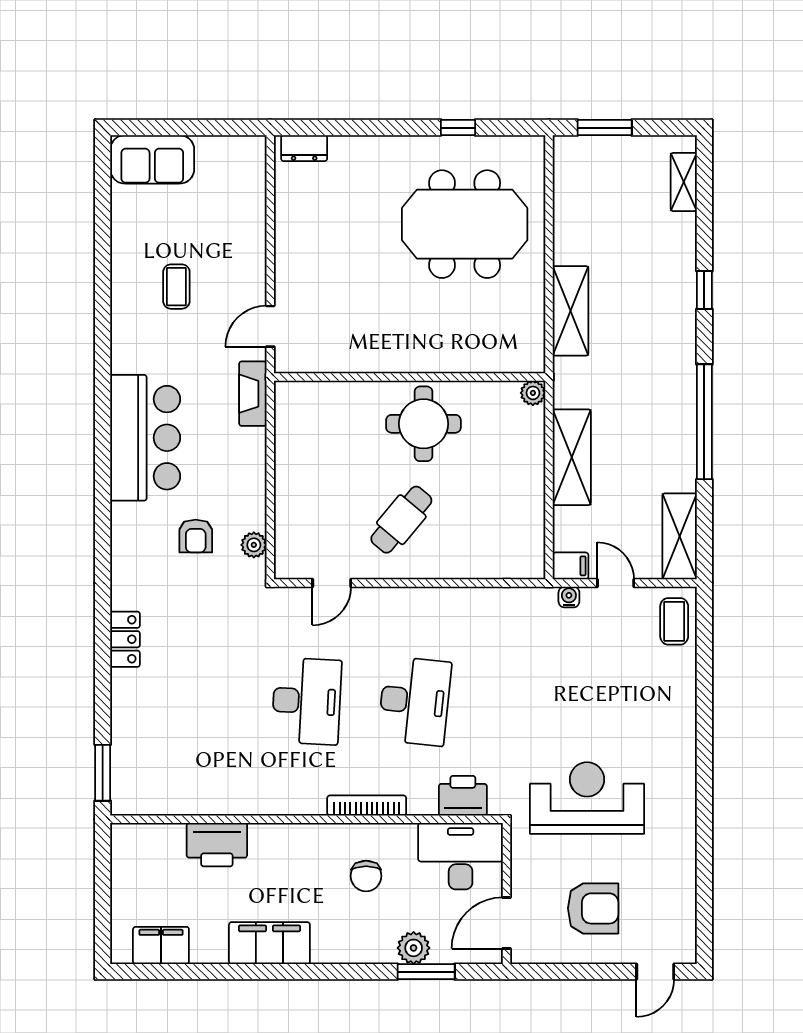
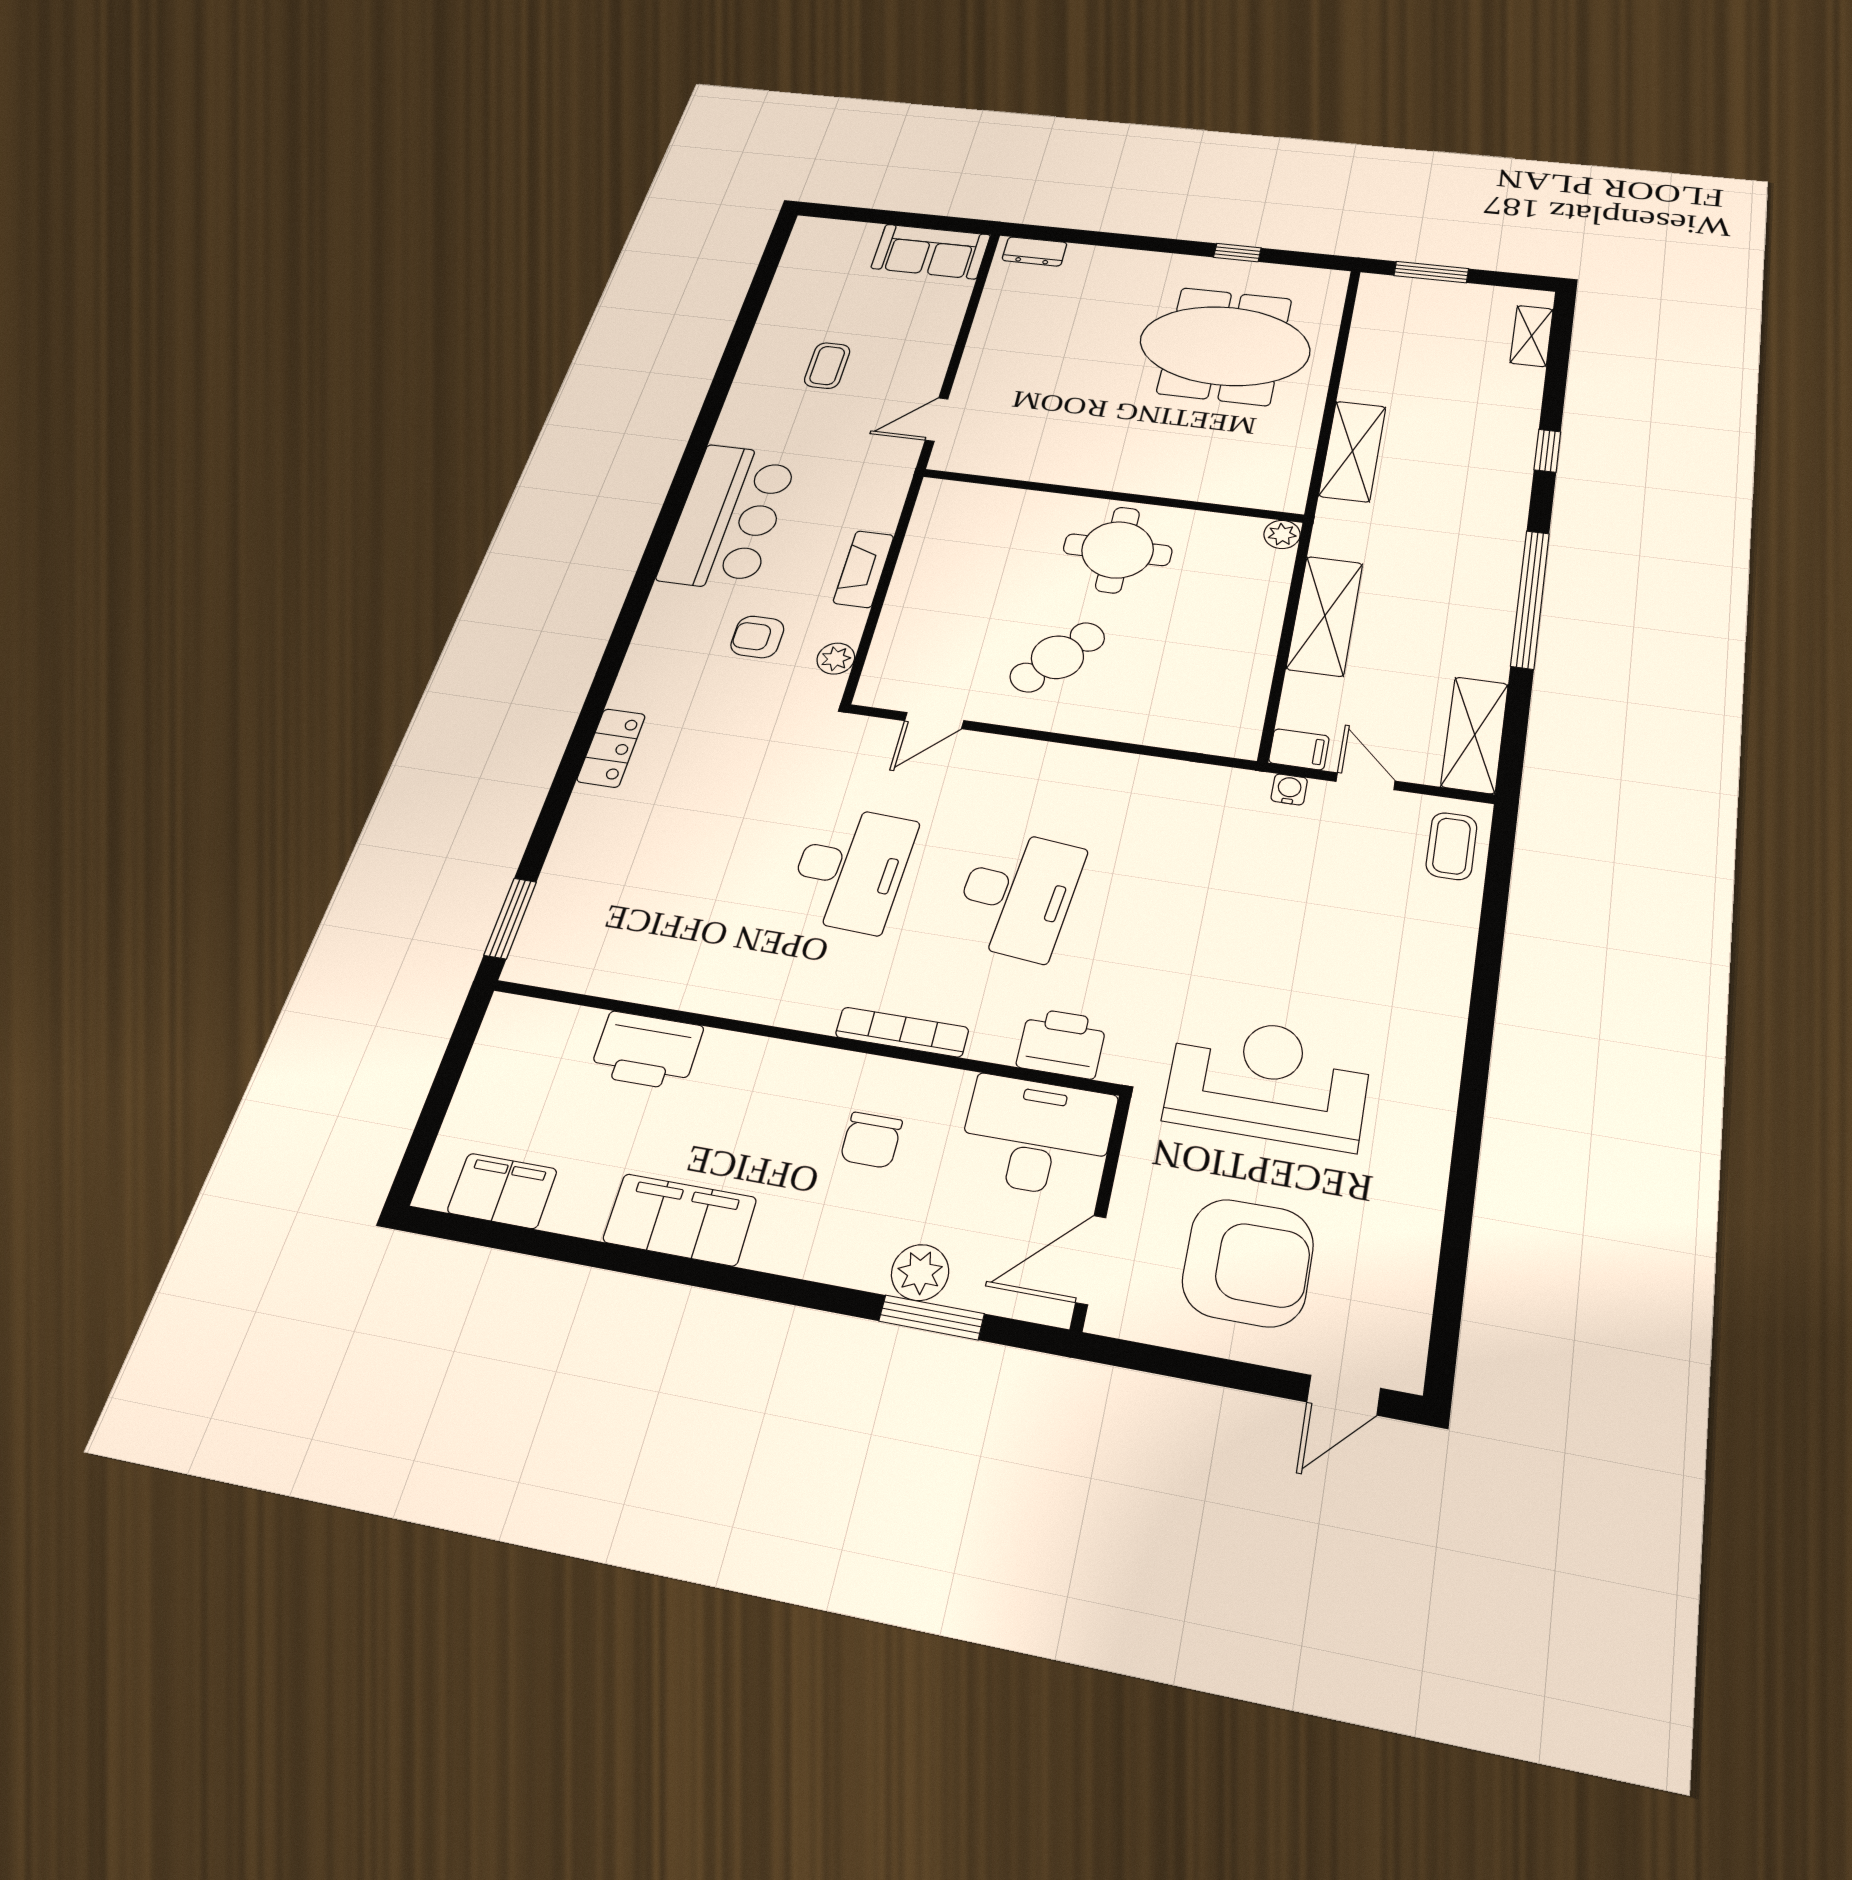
sofa: (152, 159) -> (931, 251), moved
fireplace: (253, 394) -> (864, 569), moved
armchair: (196, 536) -> (757, 637), turned 90
armchair: (593, 908) -> (1248, 1262), width x1.36, depth x1.36

